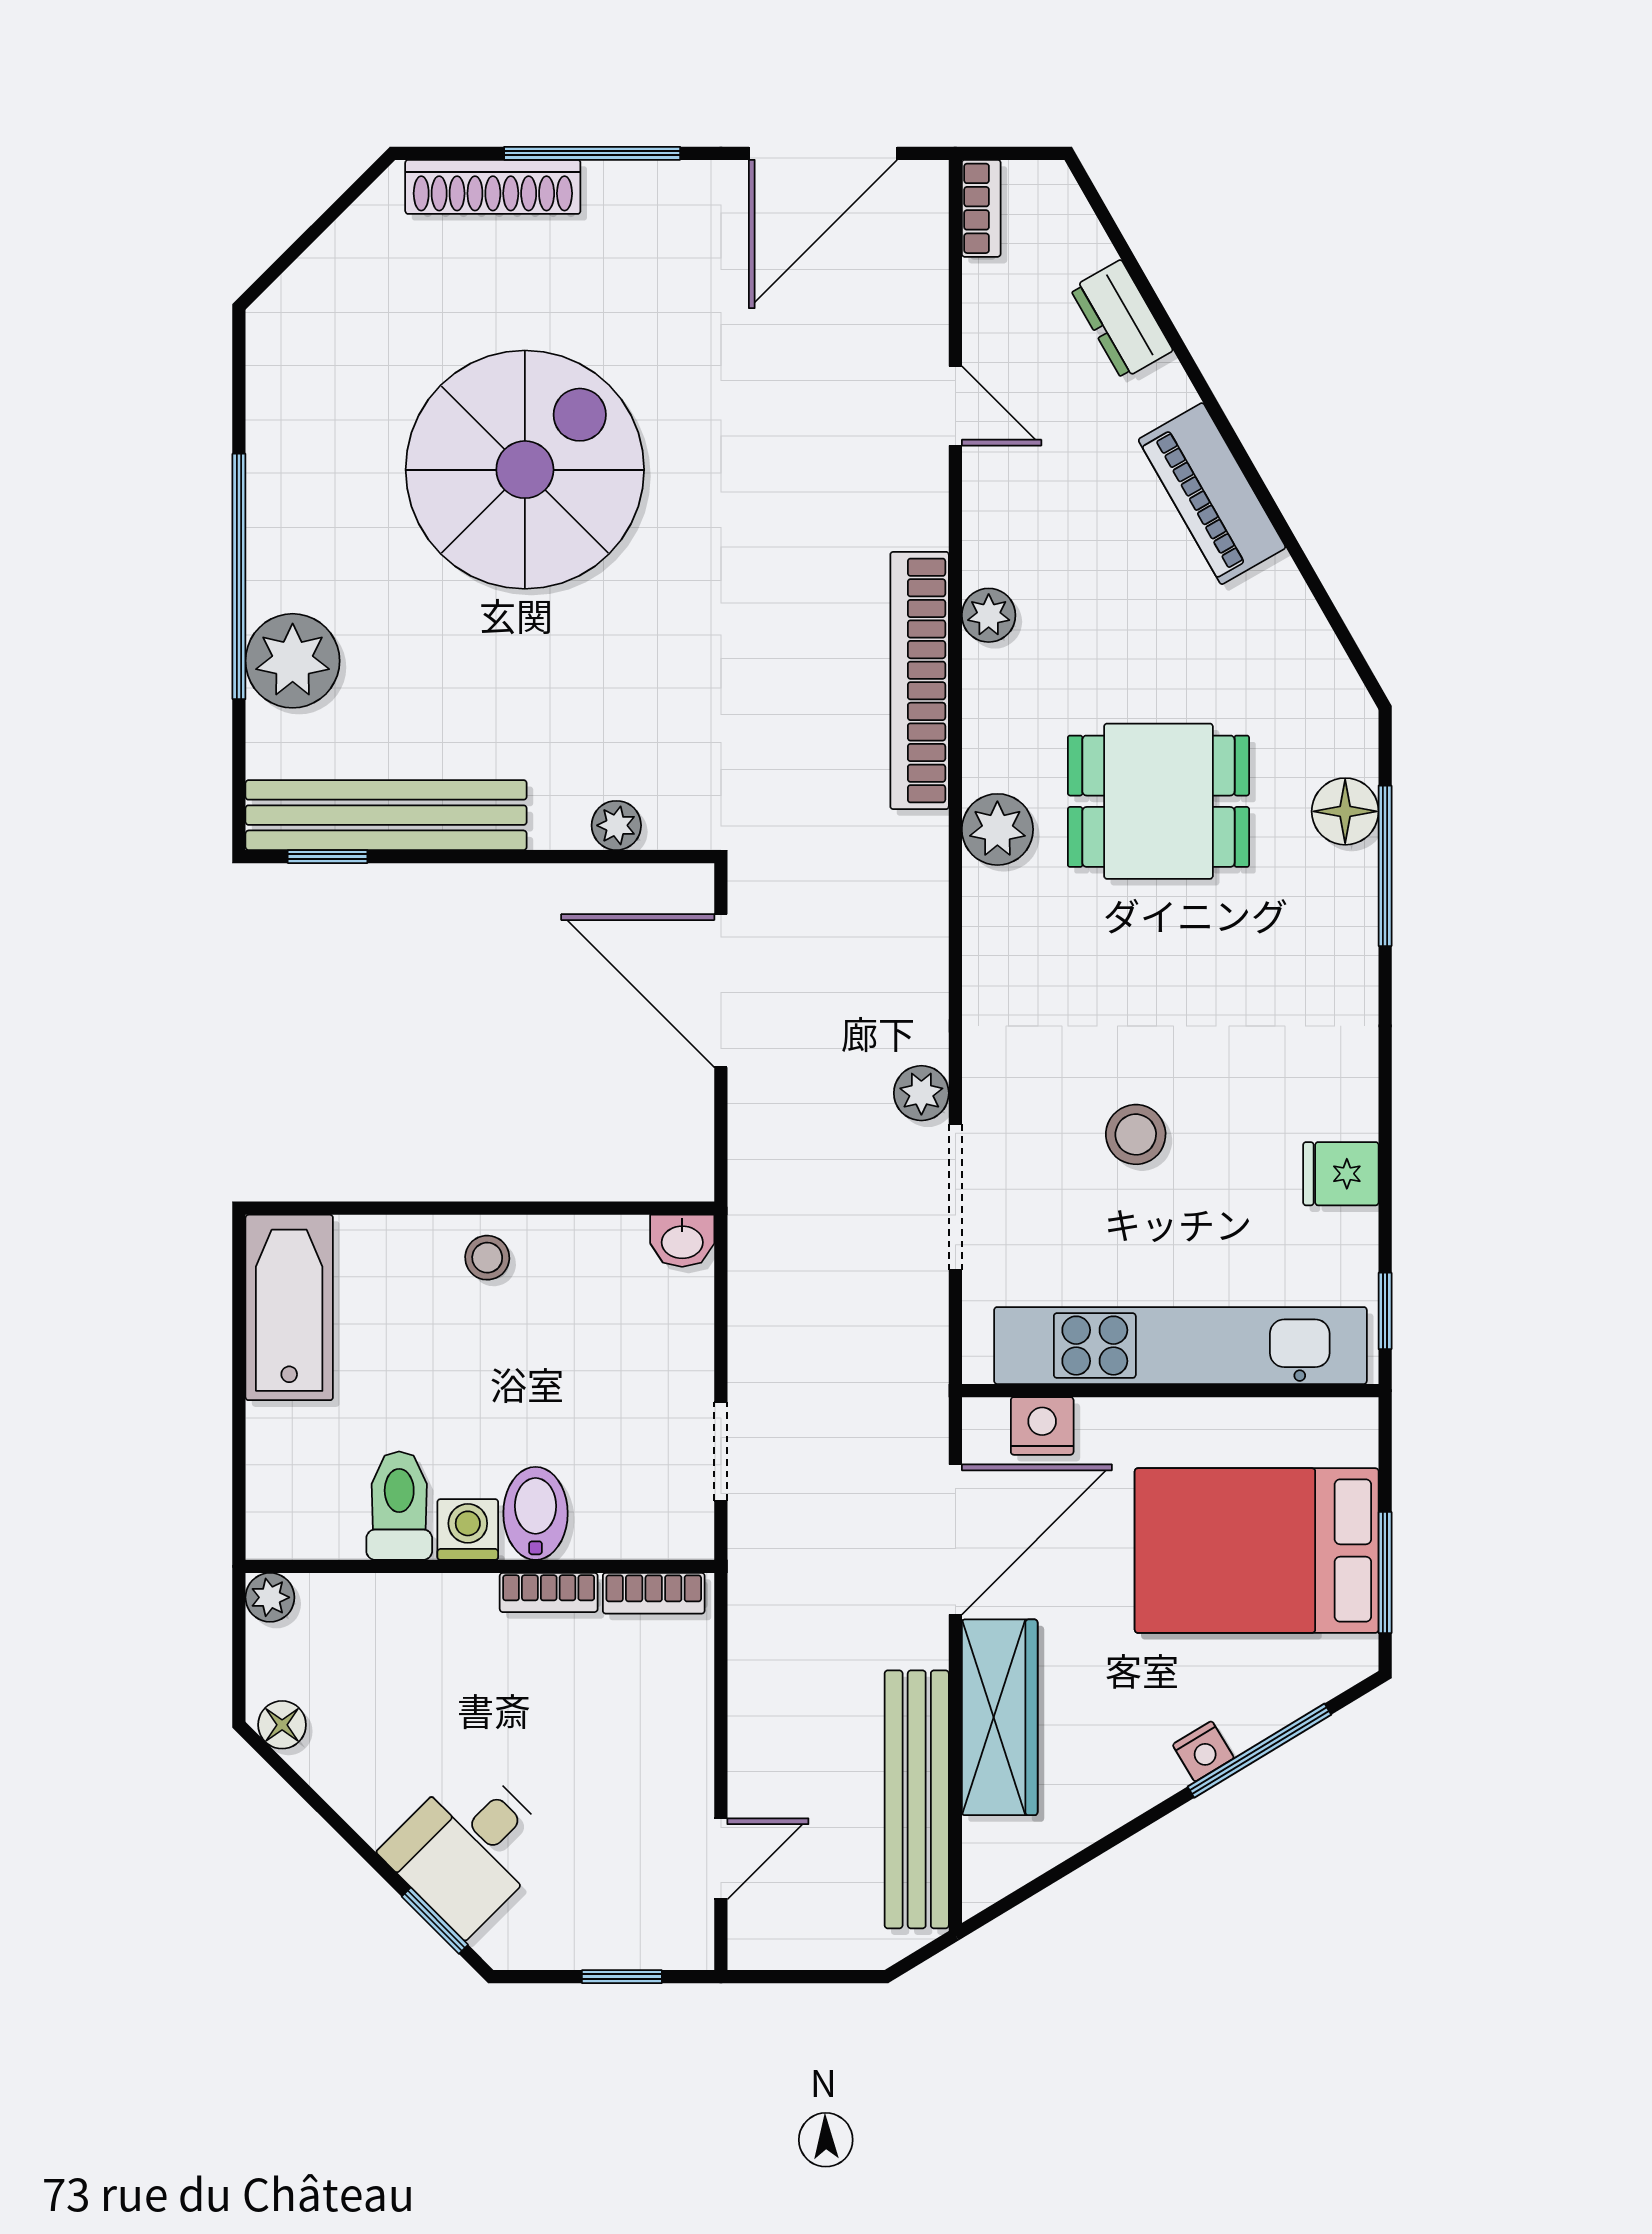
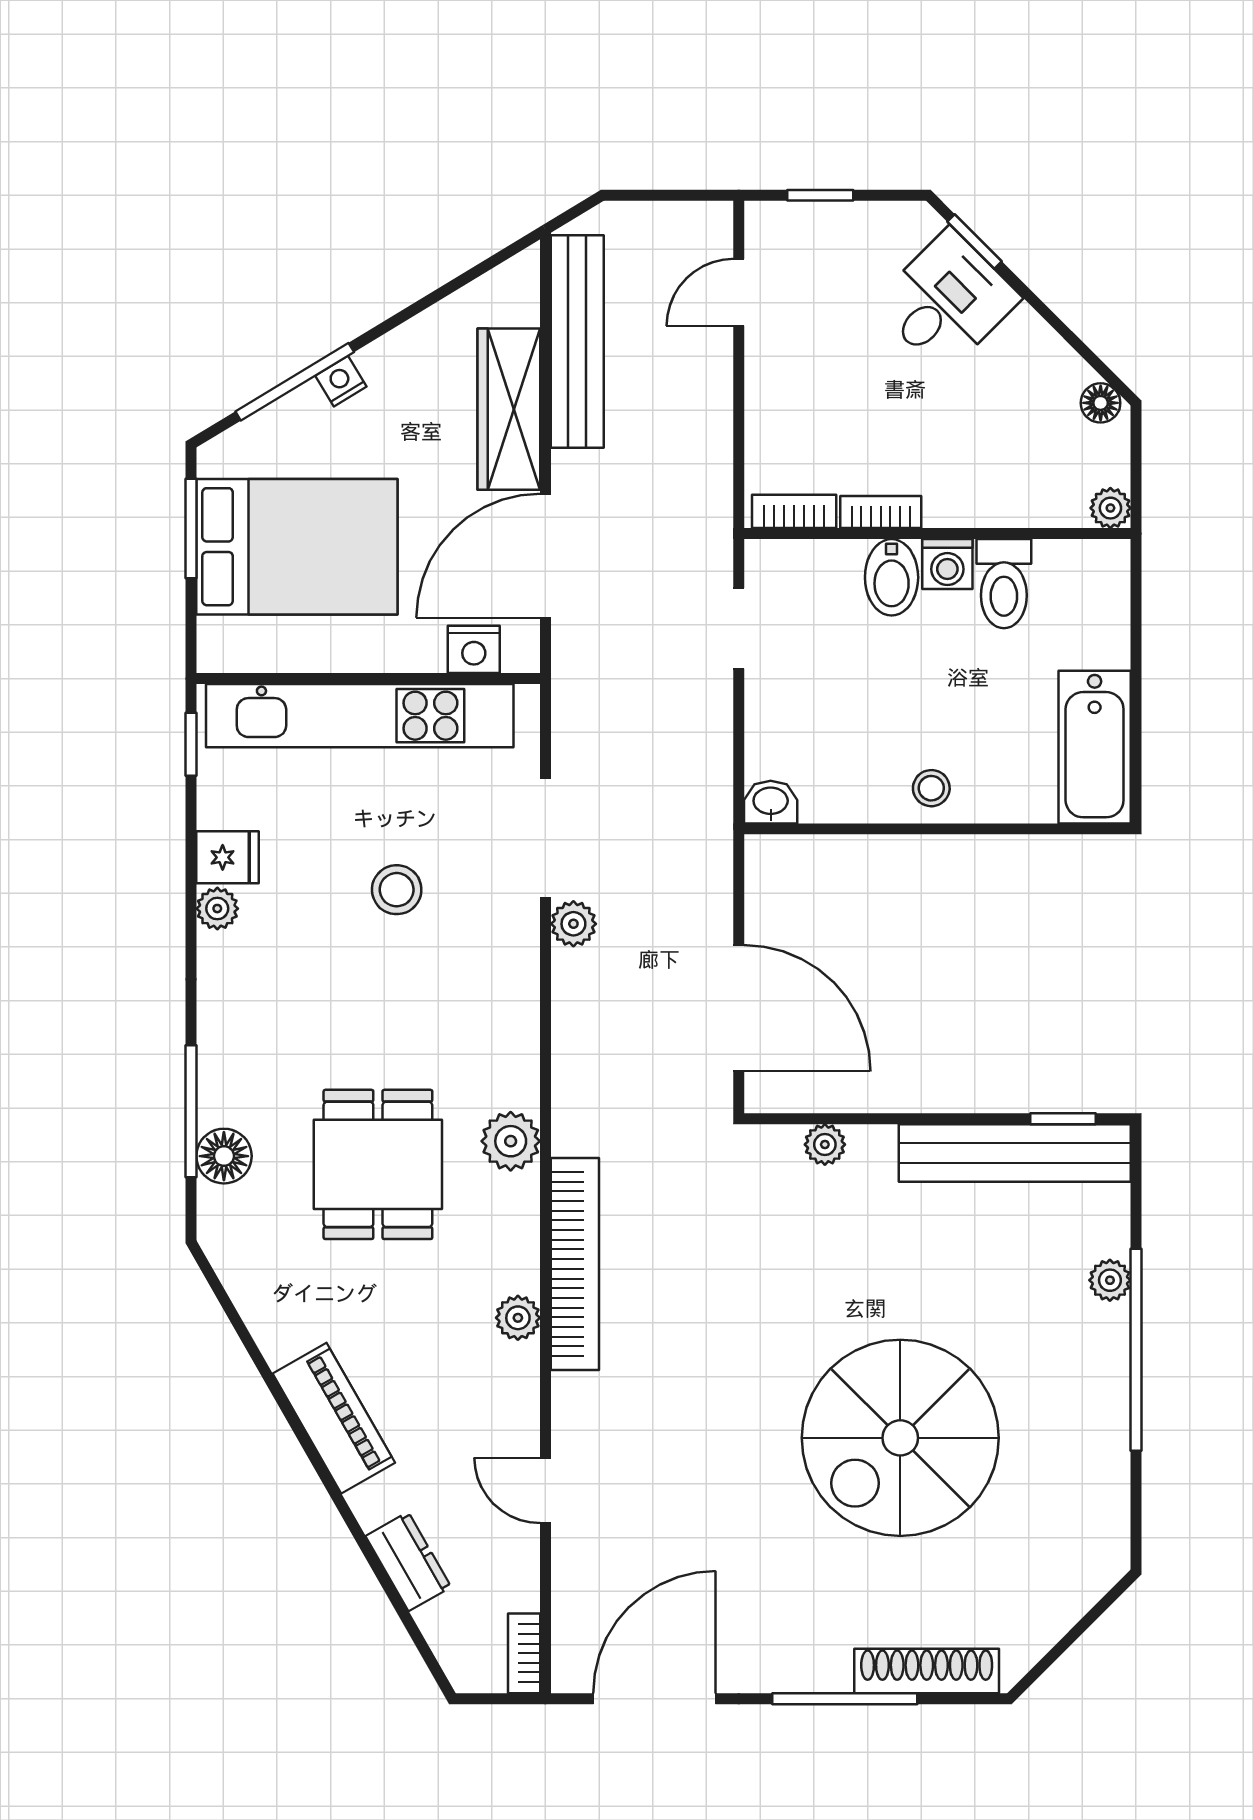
plant: (293, 661) -> (1110, 1280), width x0.53, depth x0.53
dining table: (1158, 801) -> (378, 1164), turned 90
plant: (1353, 1112) -> (217, 909), added

